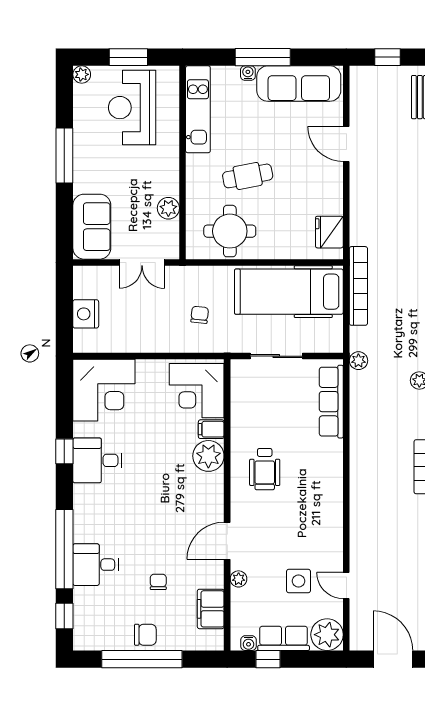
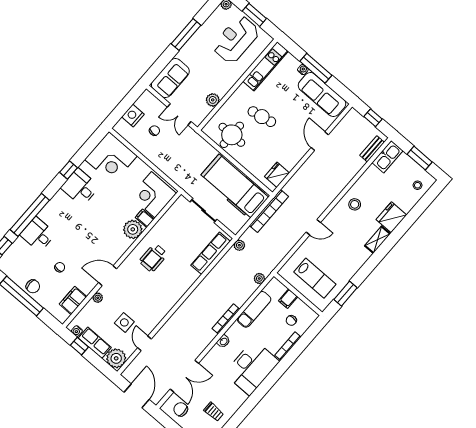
chair: (200, 315) -> (154, 131), moved

